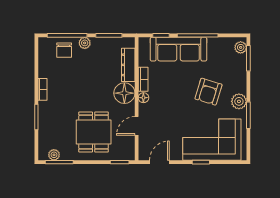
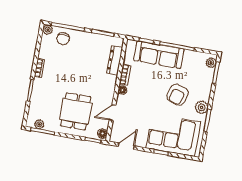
plant: (85, 43) -> (48, 30), moved
floor lamp: (124, 93) -> (102, 134), moved, width x0.53, depth x0.53

